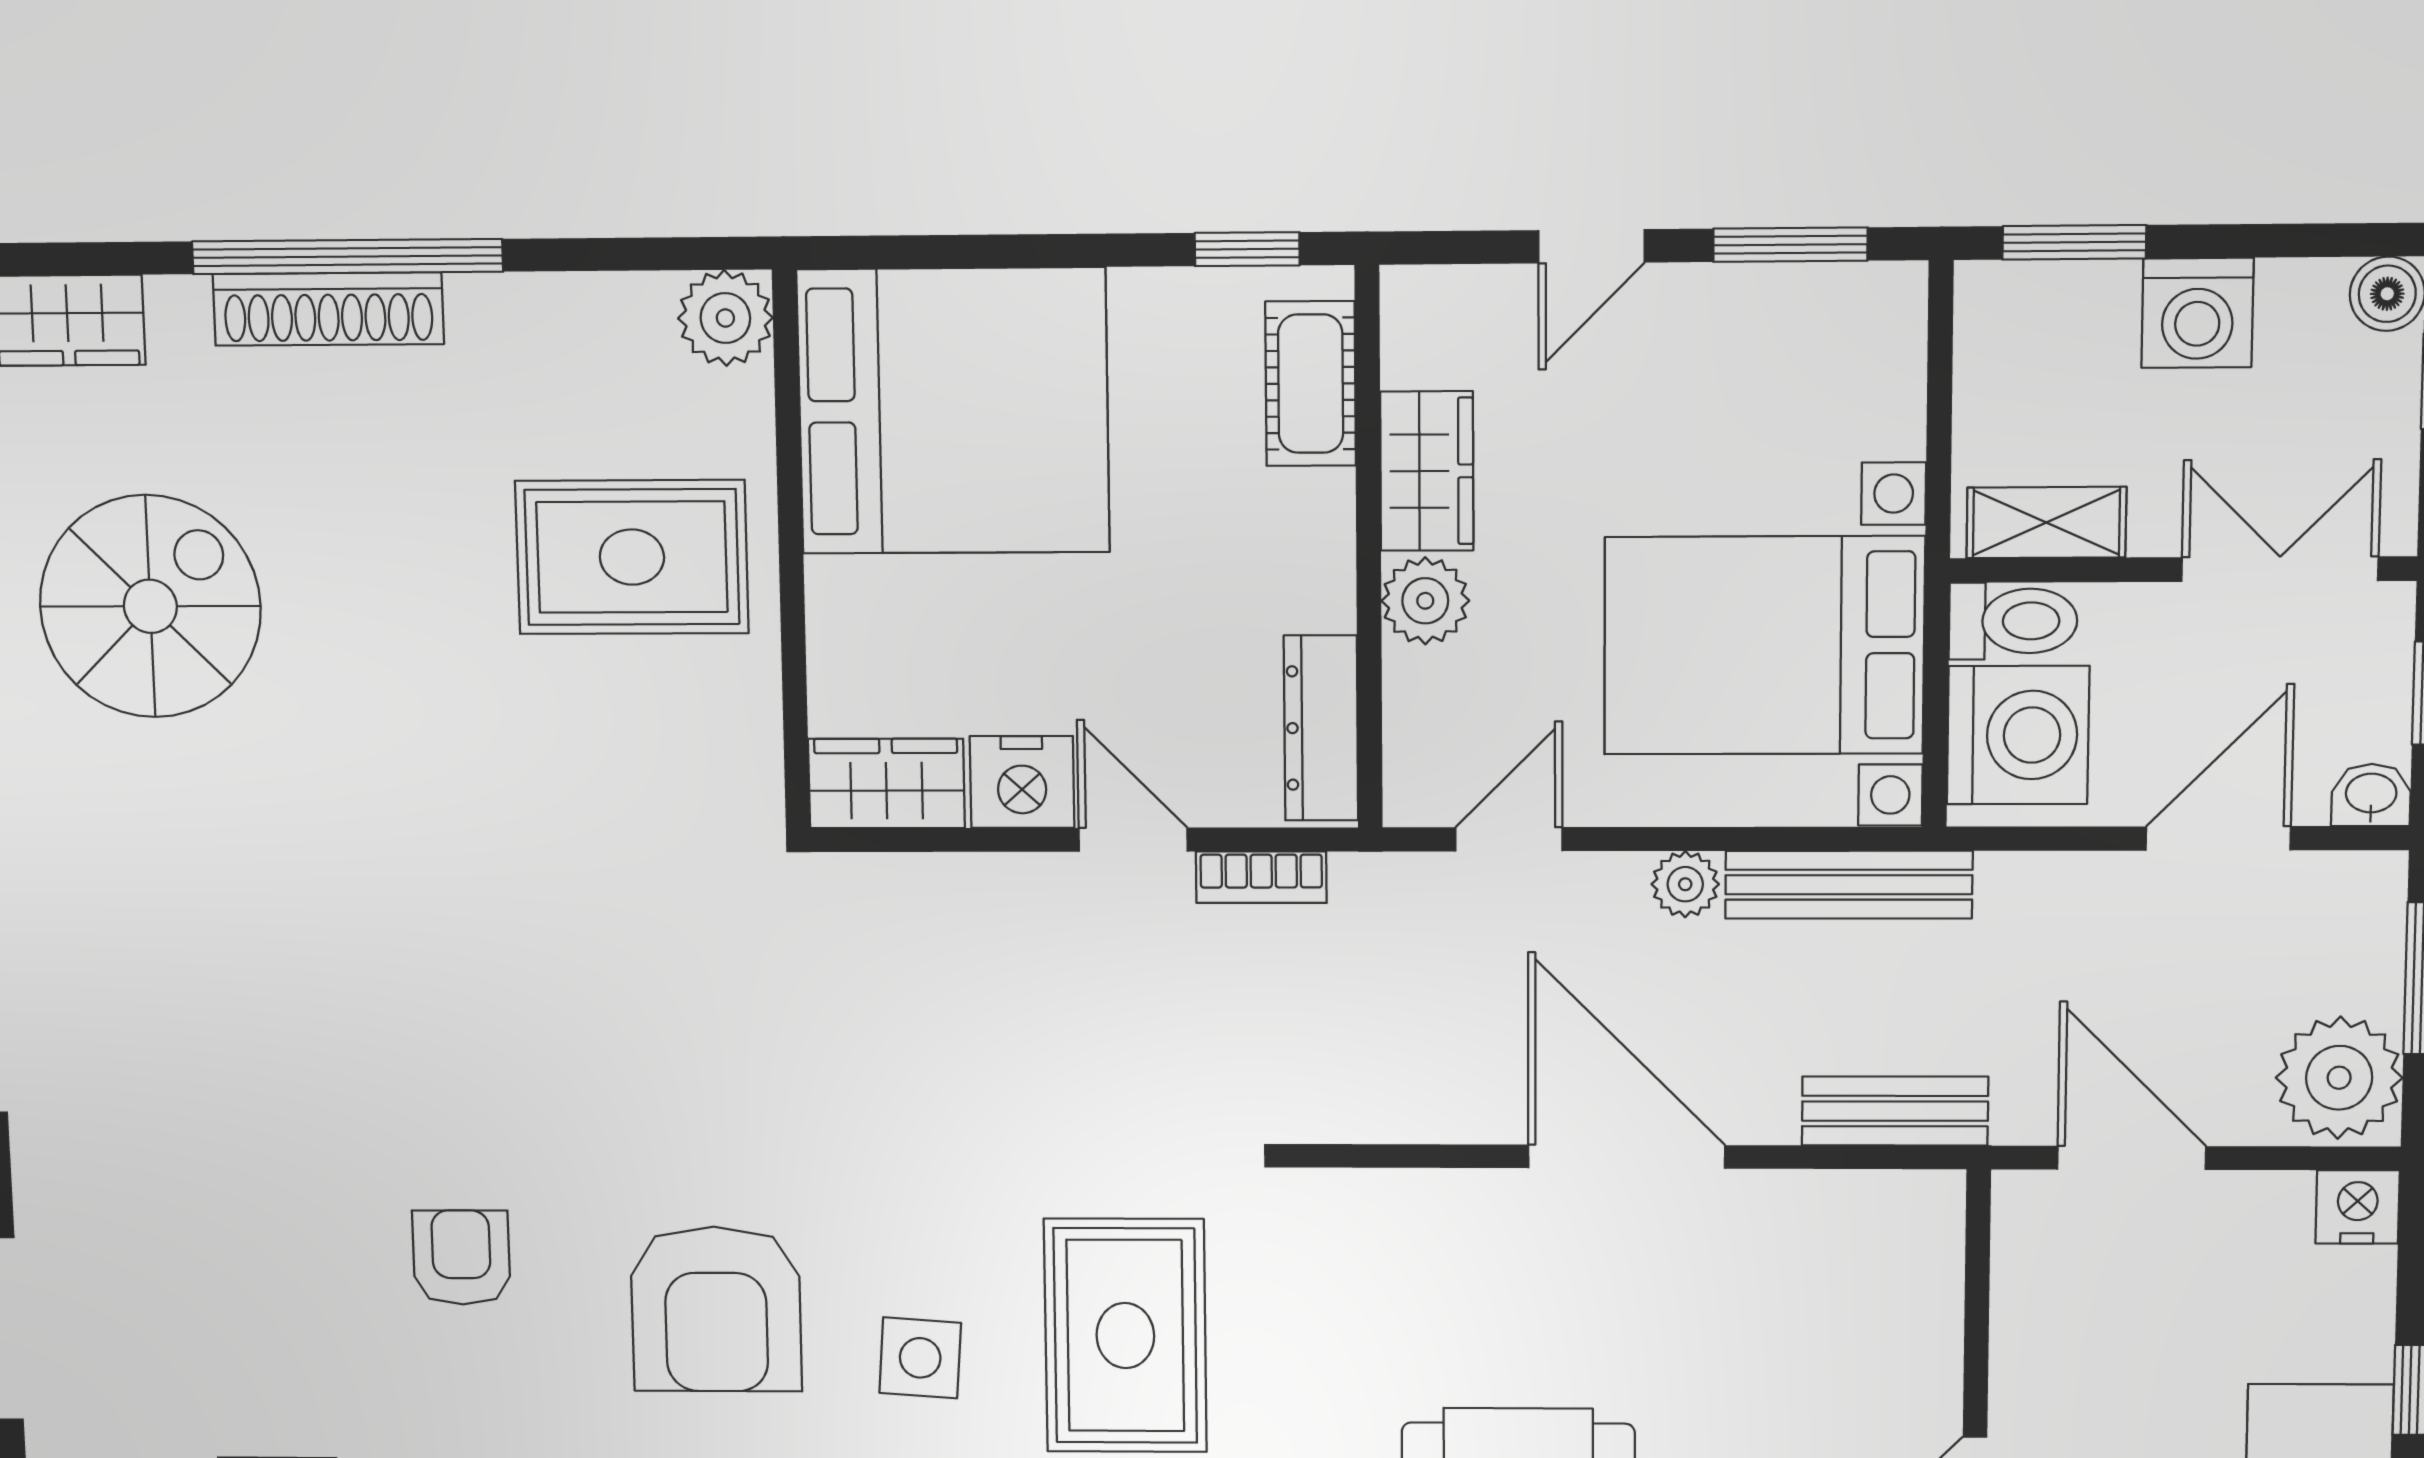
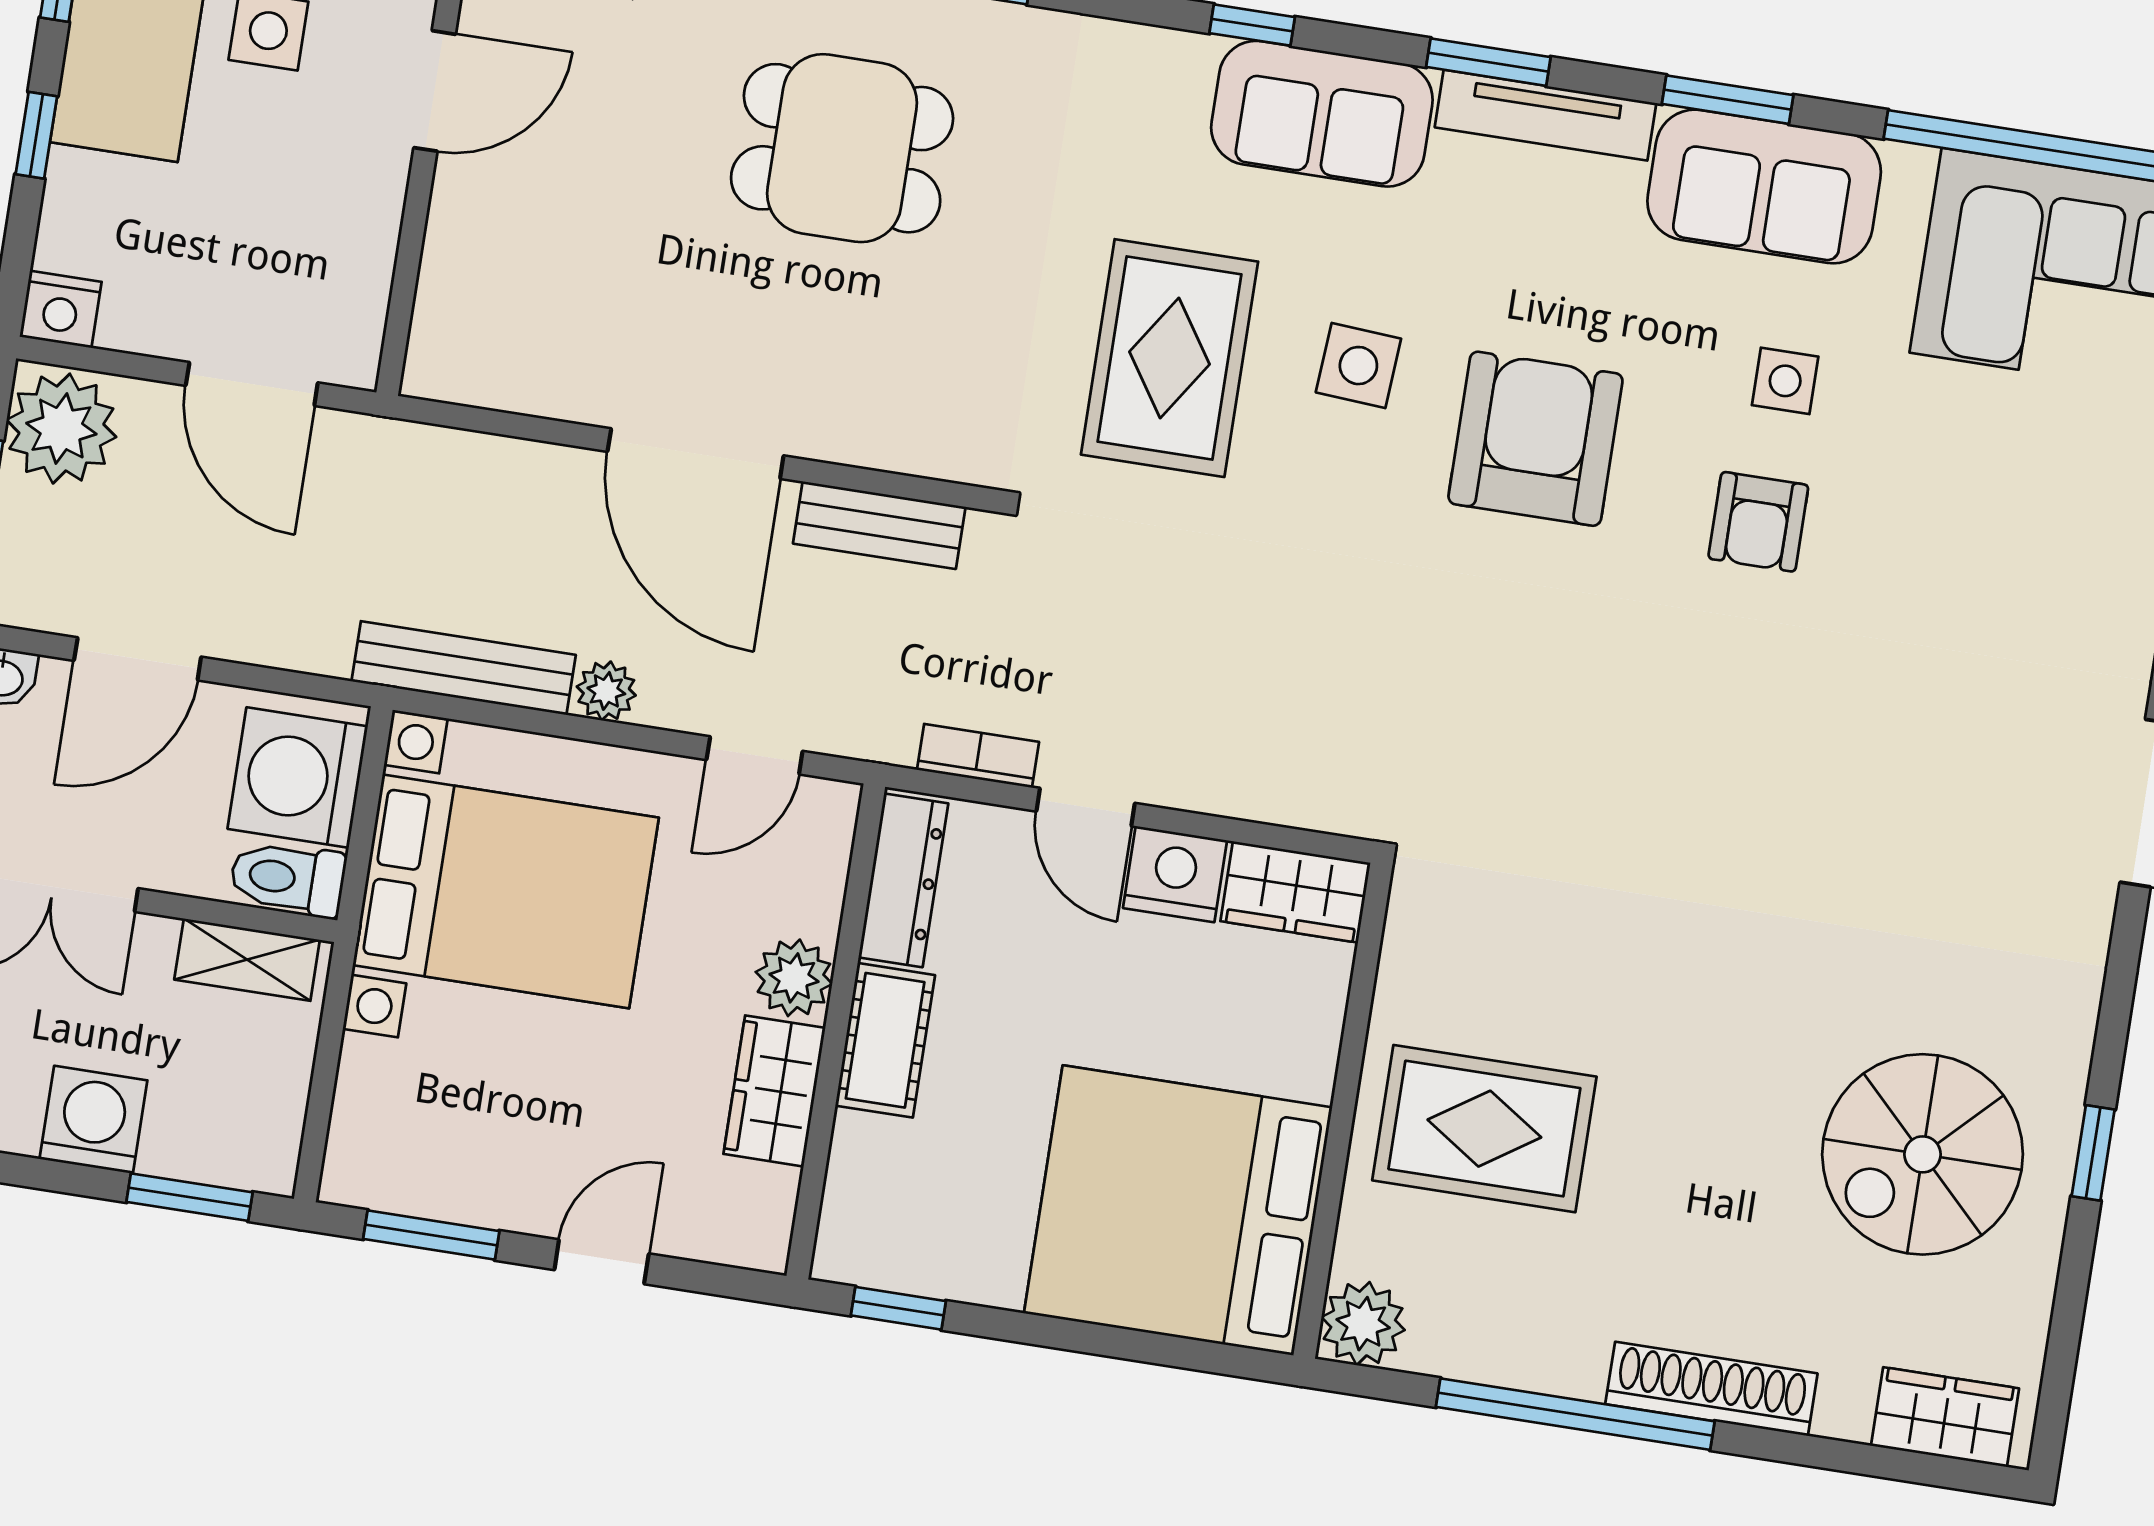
window: (347, 257) -> (1575, 1414), moved
cot: (1311, 384) -> (885, 1040), moved
bench: (1895, 1111) -> (879, 525), moved
side table: (462, 1409) -> (1785, 381), added

